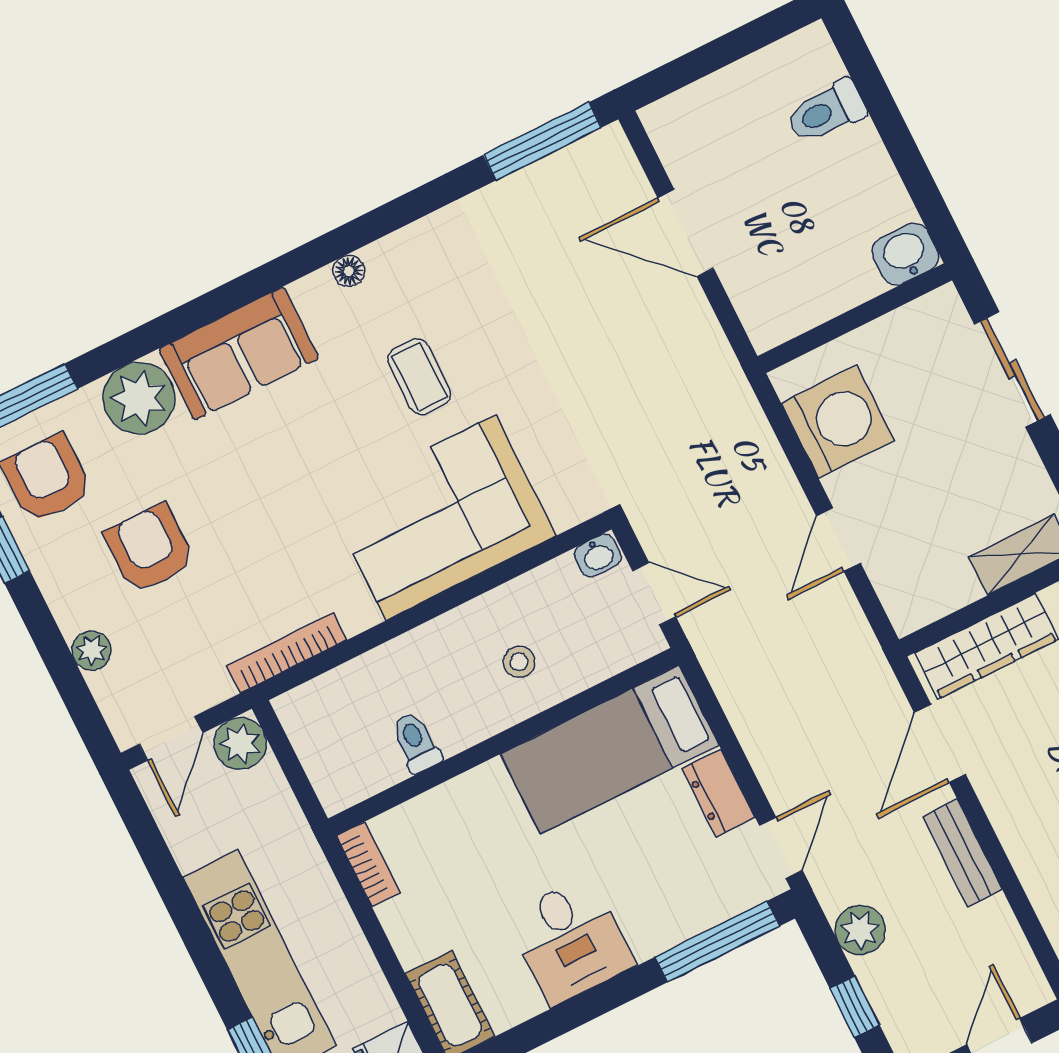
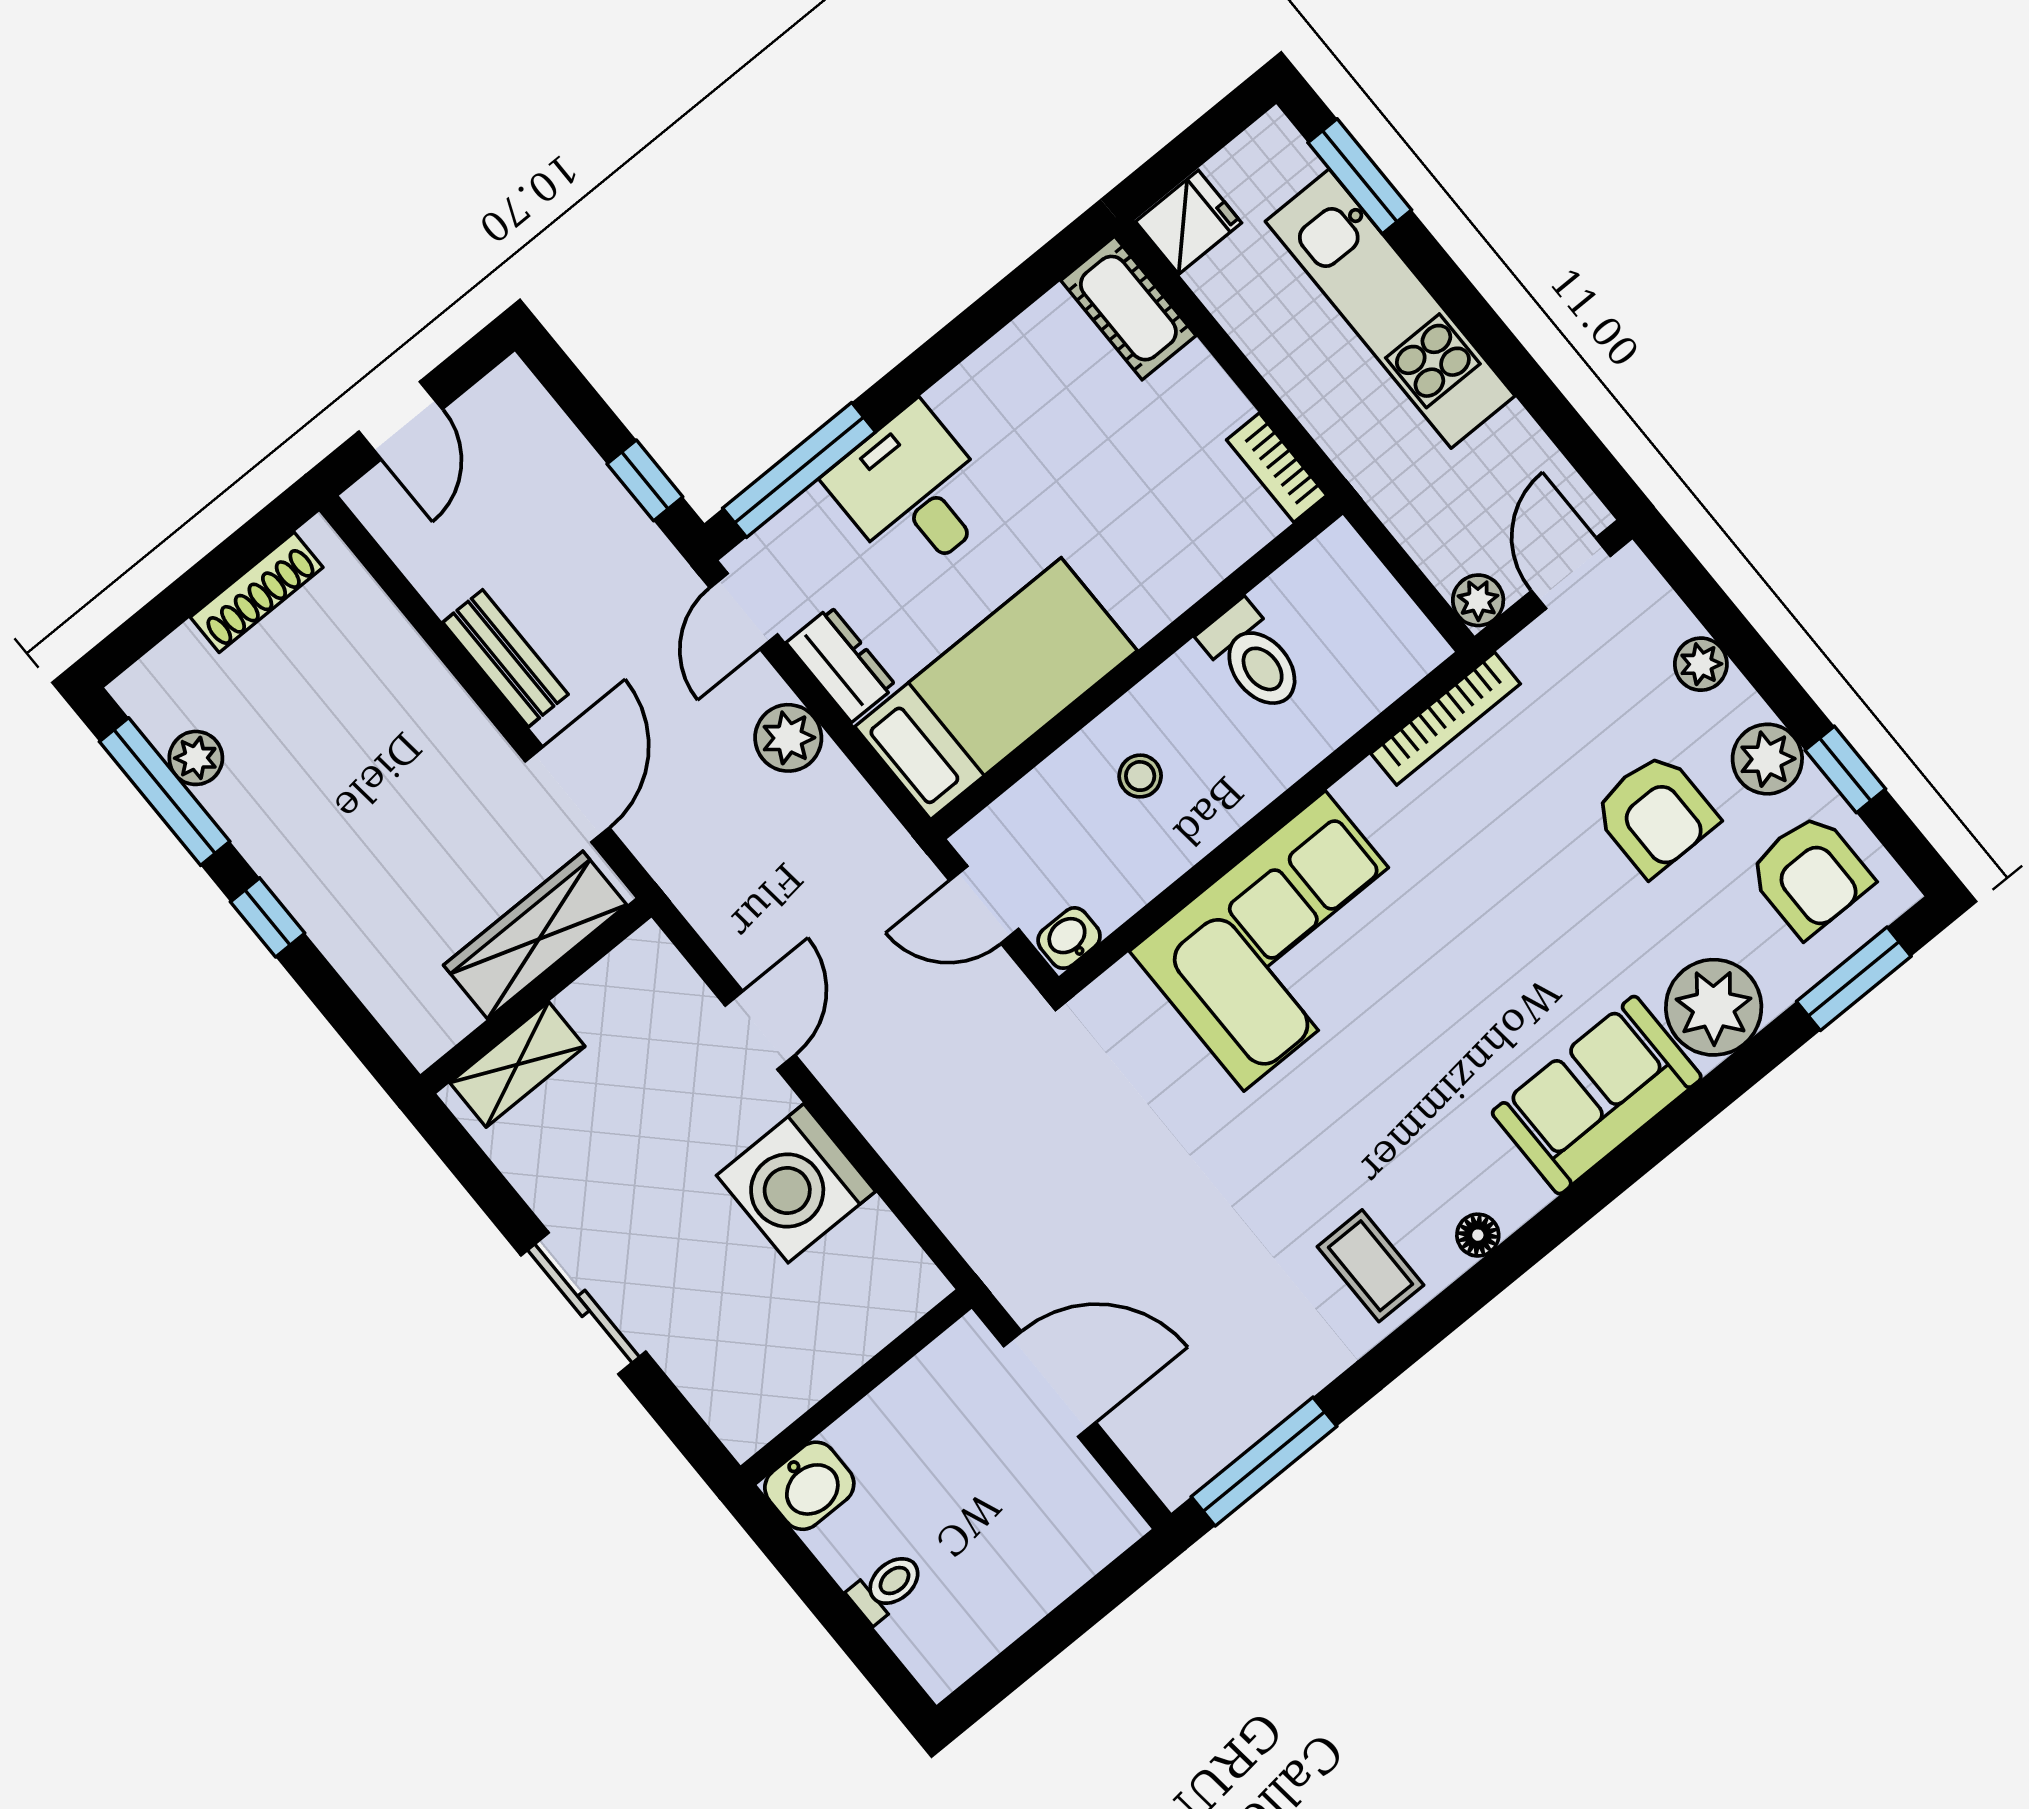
toilet: (826, 112) -> (887, 1587), width x0.73, depth x0.72
washbasin: (905, 254) -> (809, 1486), moved
wall: (855, 318) -> (856, 1387), moved
coffee table: (419, 377) -> (1370, 1266), moved
plant: (59, 570) -> (1767, 759), added
plant: (240, 743) -> (1478, 600), width x0.73, depth x0.73
toilet: (416, 743) -> (1253, 657), width x1.37, depth x1.39
plant: (860, 930) -> (788, 738), moved
desk: (571, 940) -> (913, 492), moved
window: (855, 1007) -> (645, 480), moved

